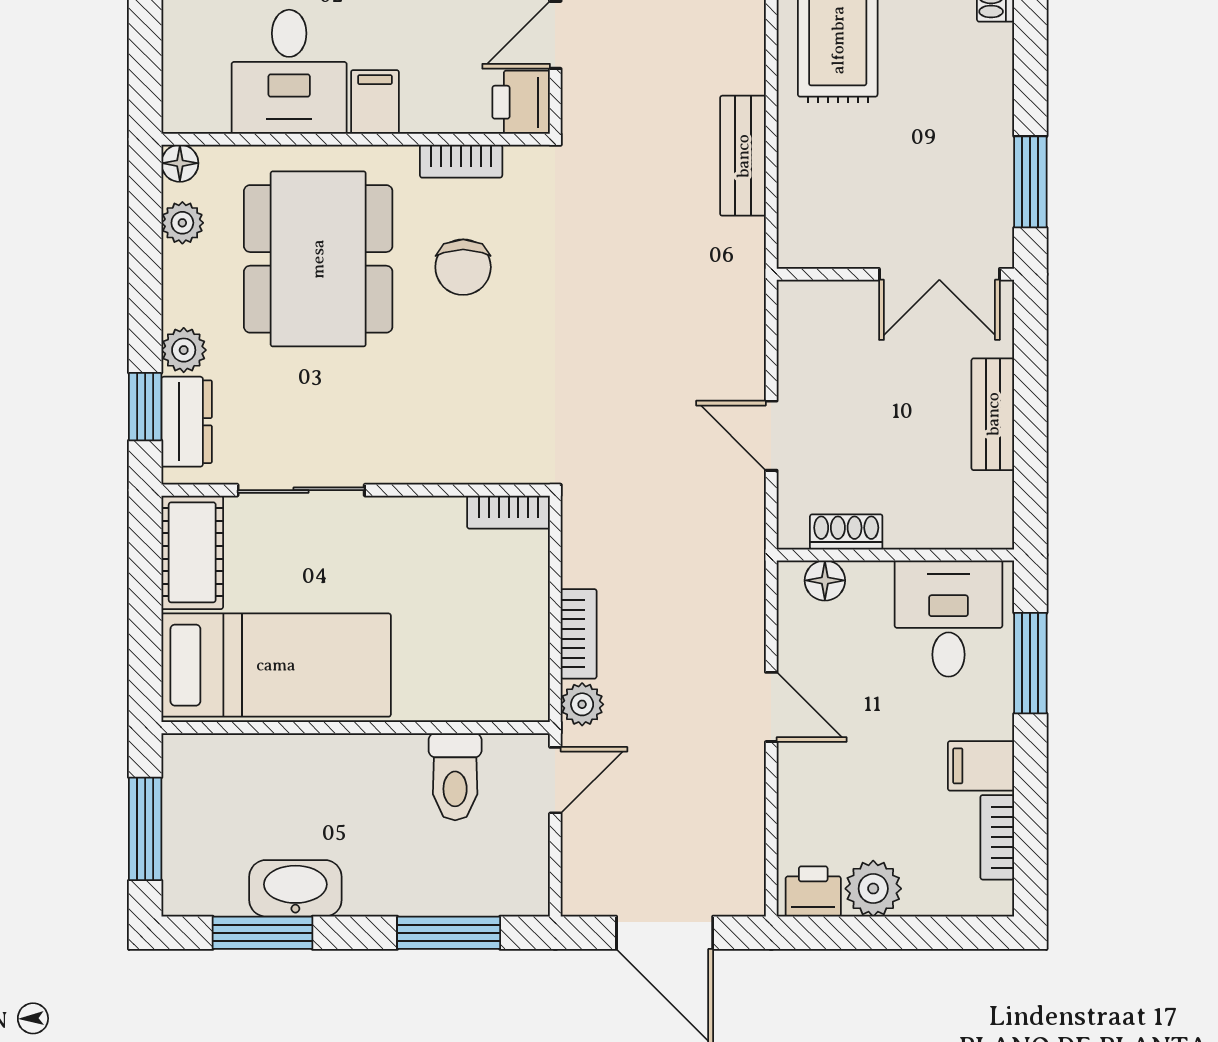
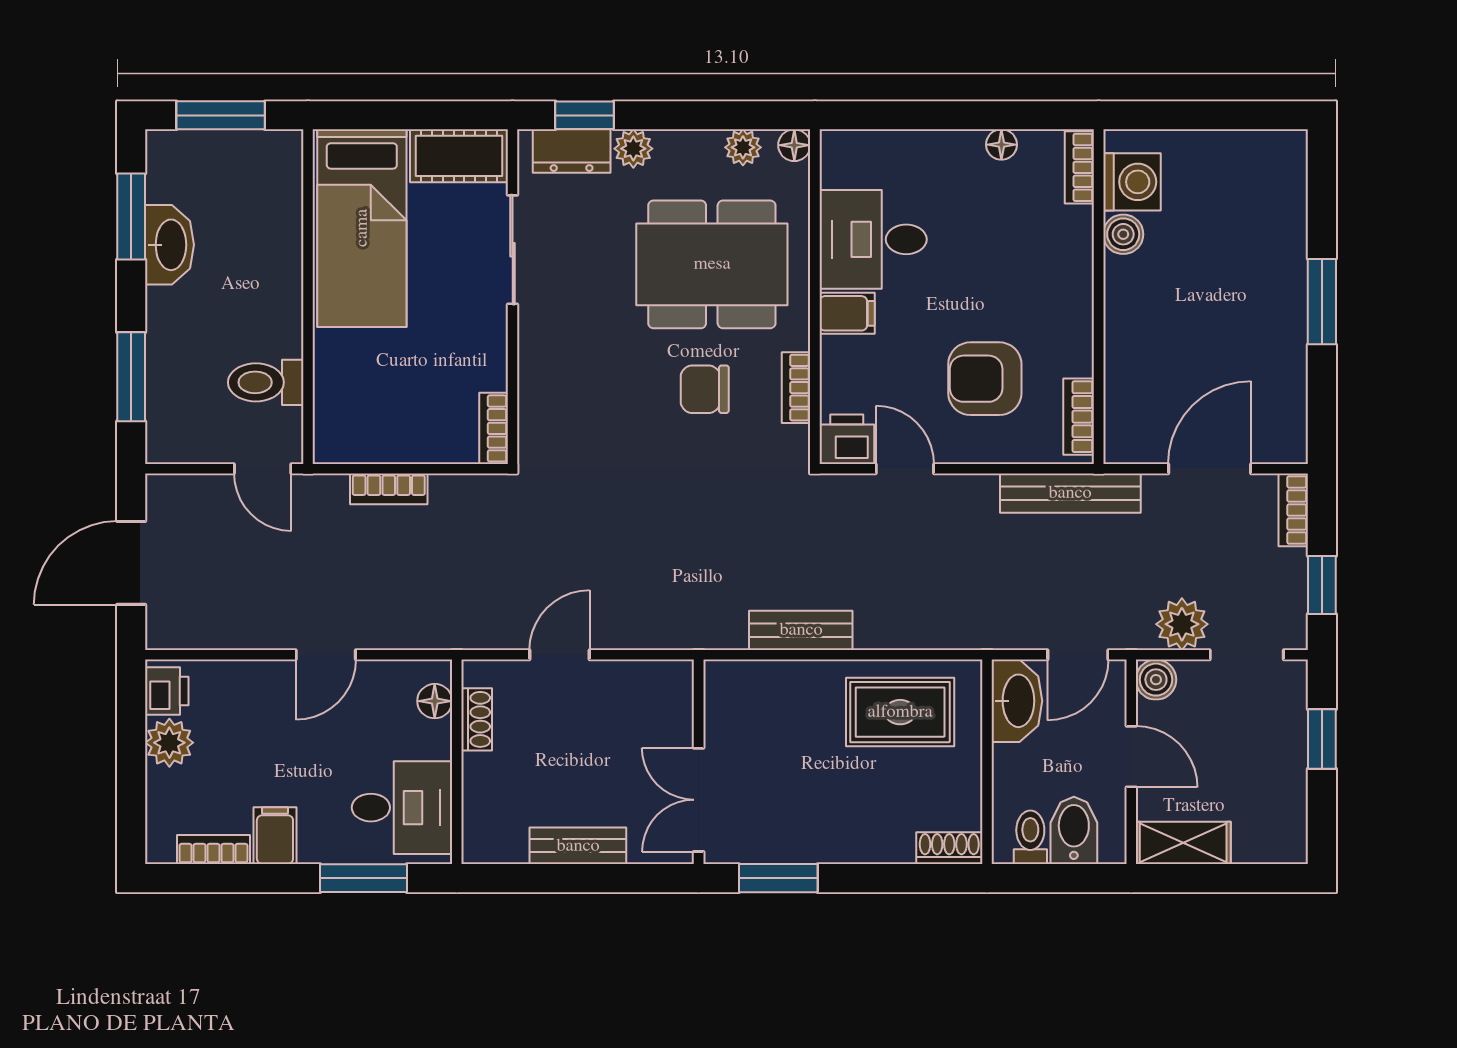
plant: (582, 704) -> (328, 492), removed

